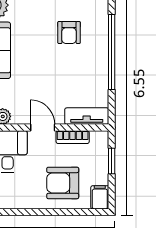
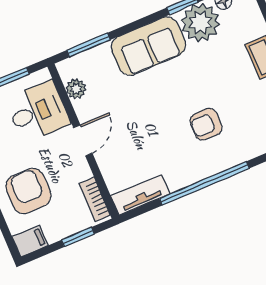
tv unit: (87, 116) -> (140, 195), moved, turned -90
bookcase: (73, 137) -> (95, 199), moved

